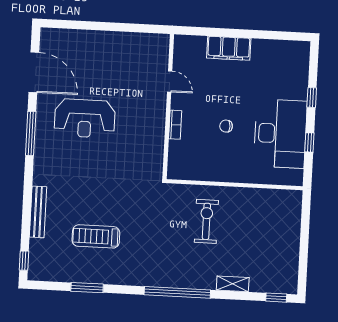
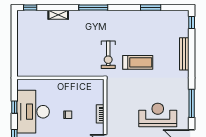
exercise bike: (206, 221) -> (108, 55), moved
treadmill: (96, 236) -> (138, 62), moved
window: (177, 292) -> (93, 7), width x0.68

